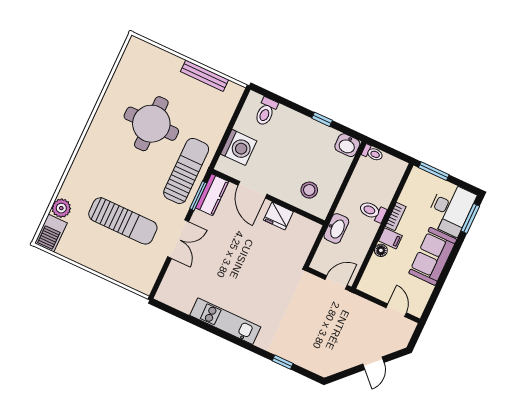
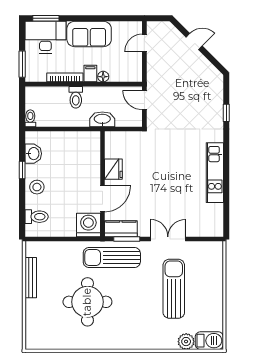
washbasin: (347, 145) -> (33, 154), moved
washing machine: (239, 147) -> (88, 225), moved
stool: (309, 190) -> (37, 187), moved
bookcase: (396, 216) -> (65, 77), width x1.56

